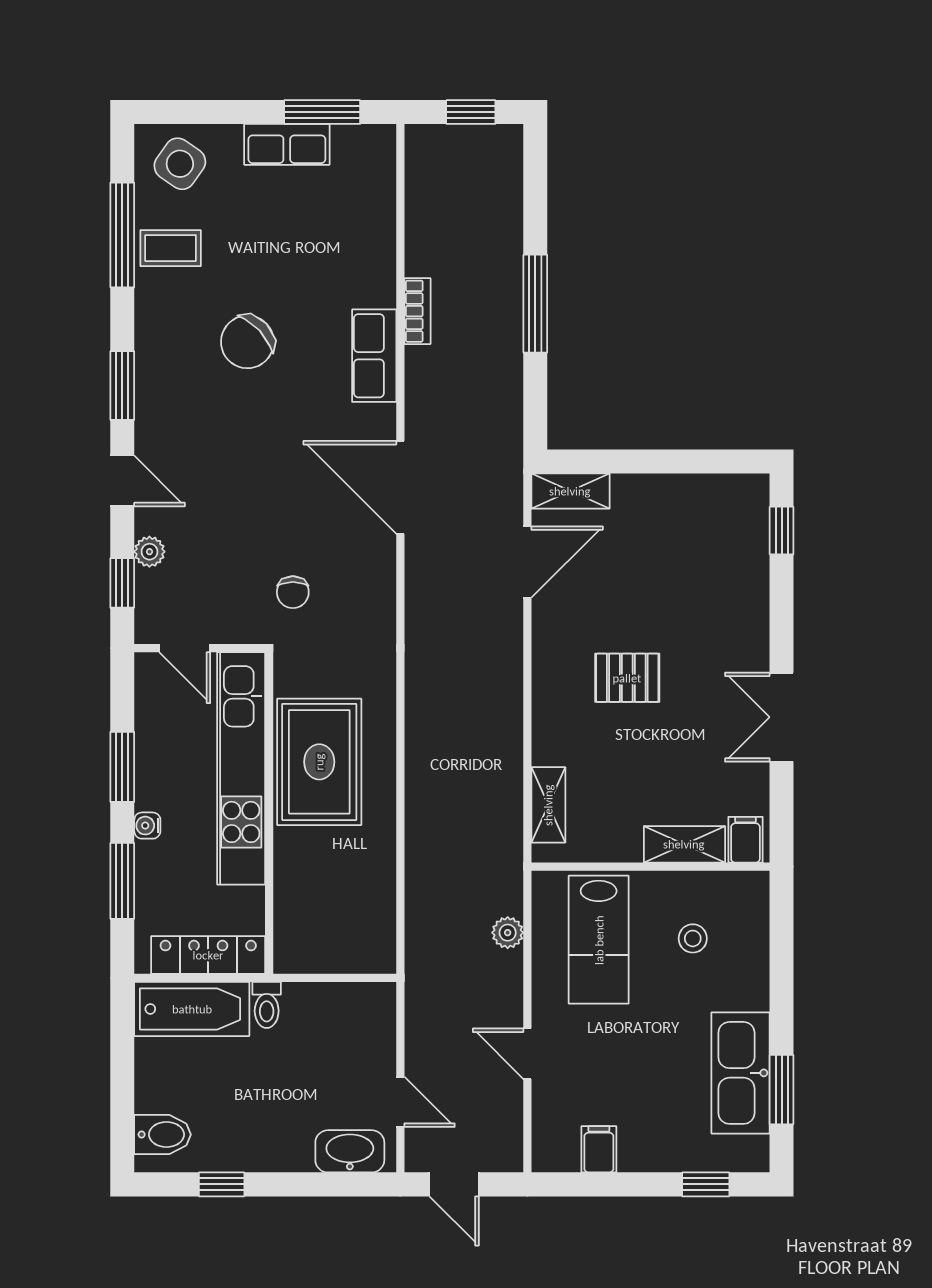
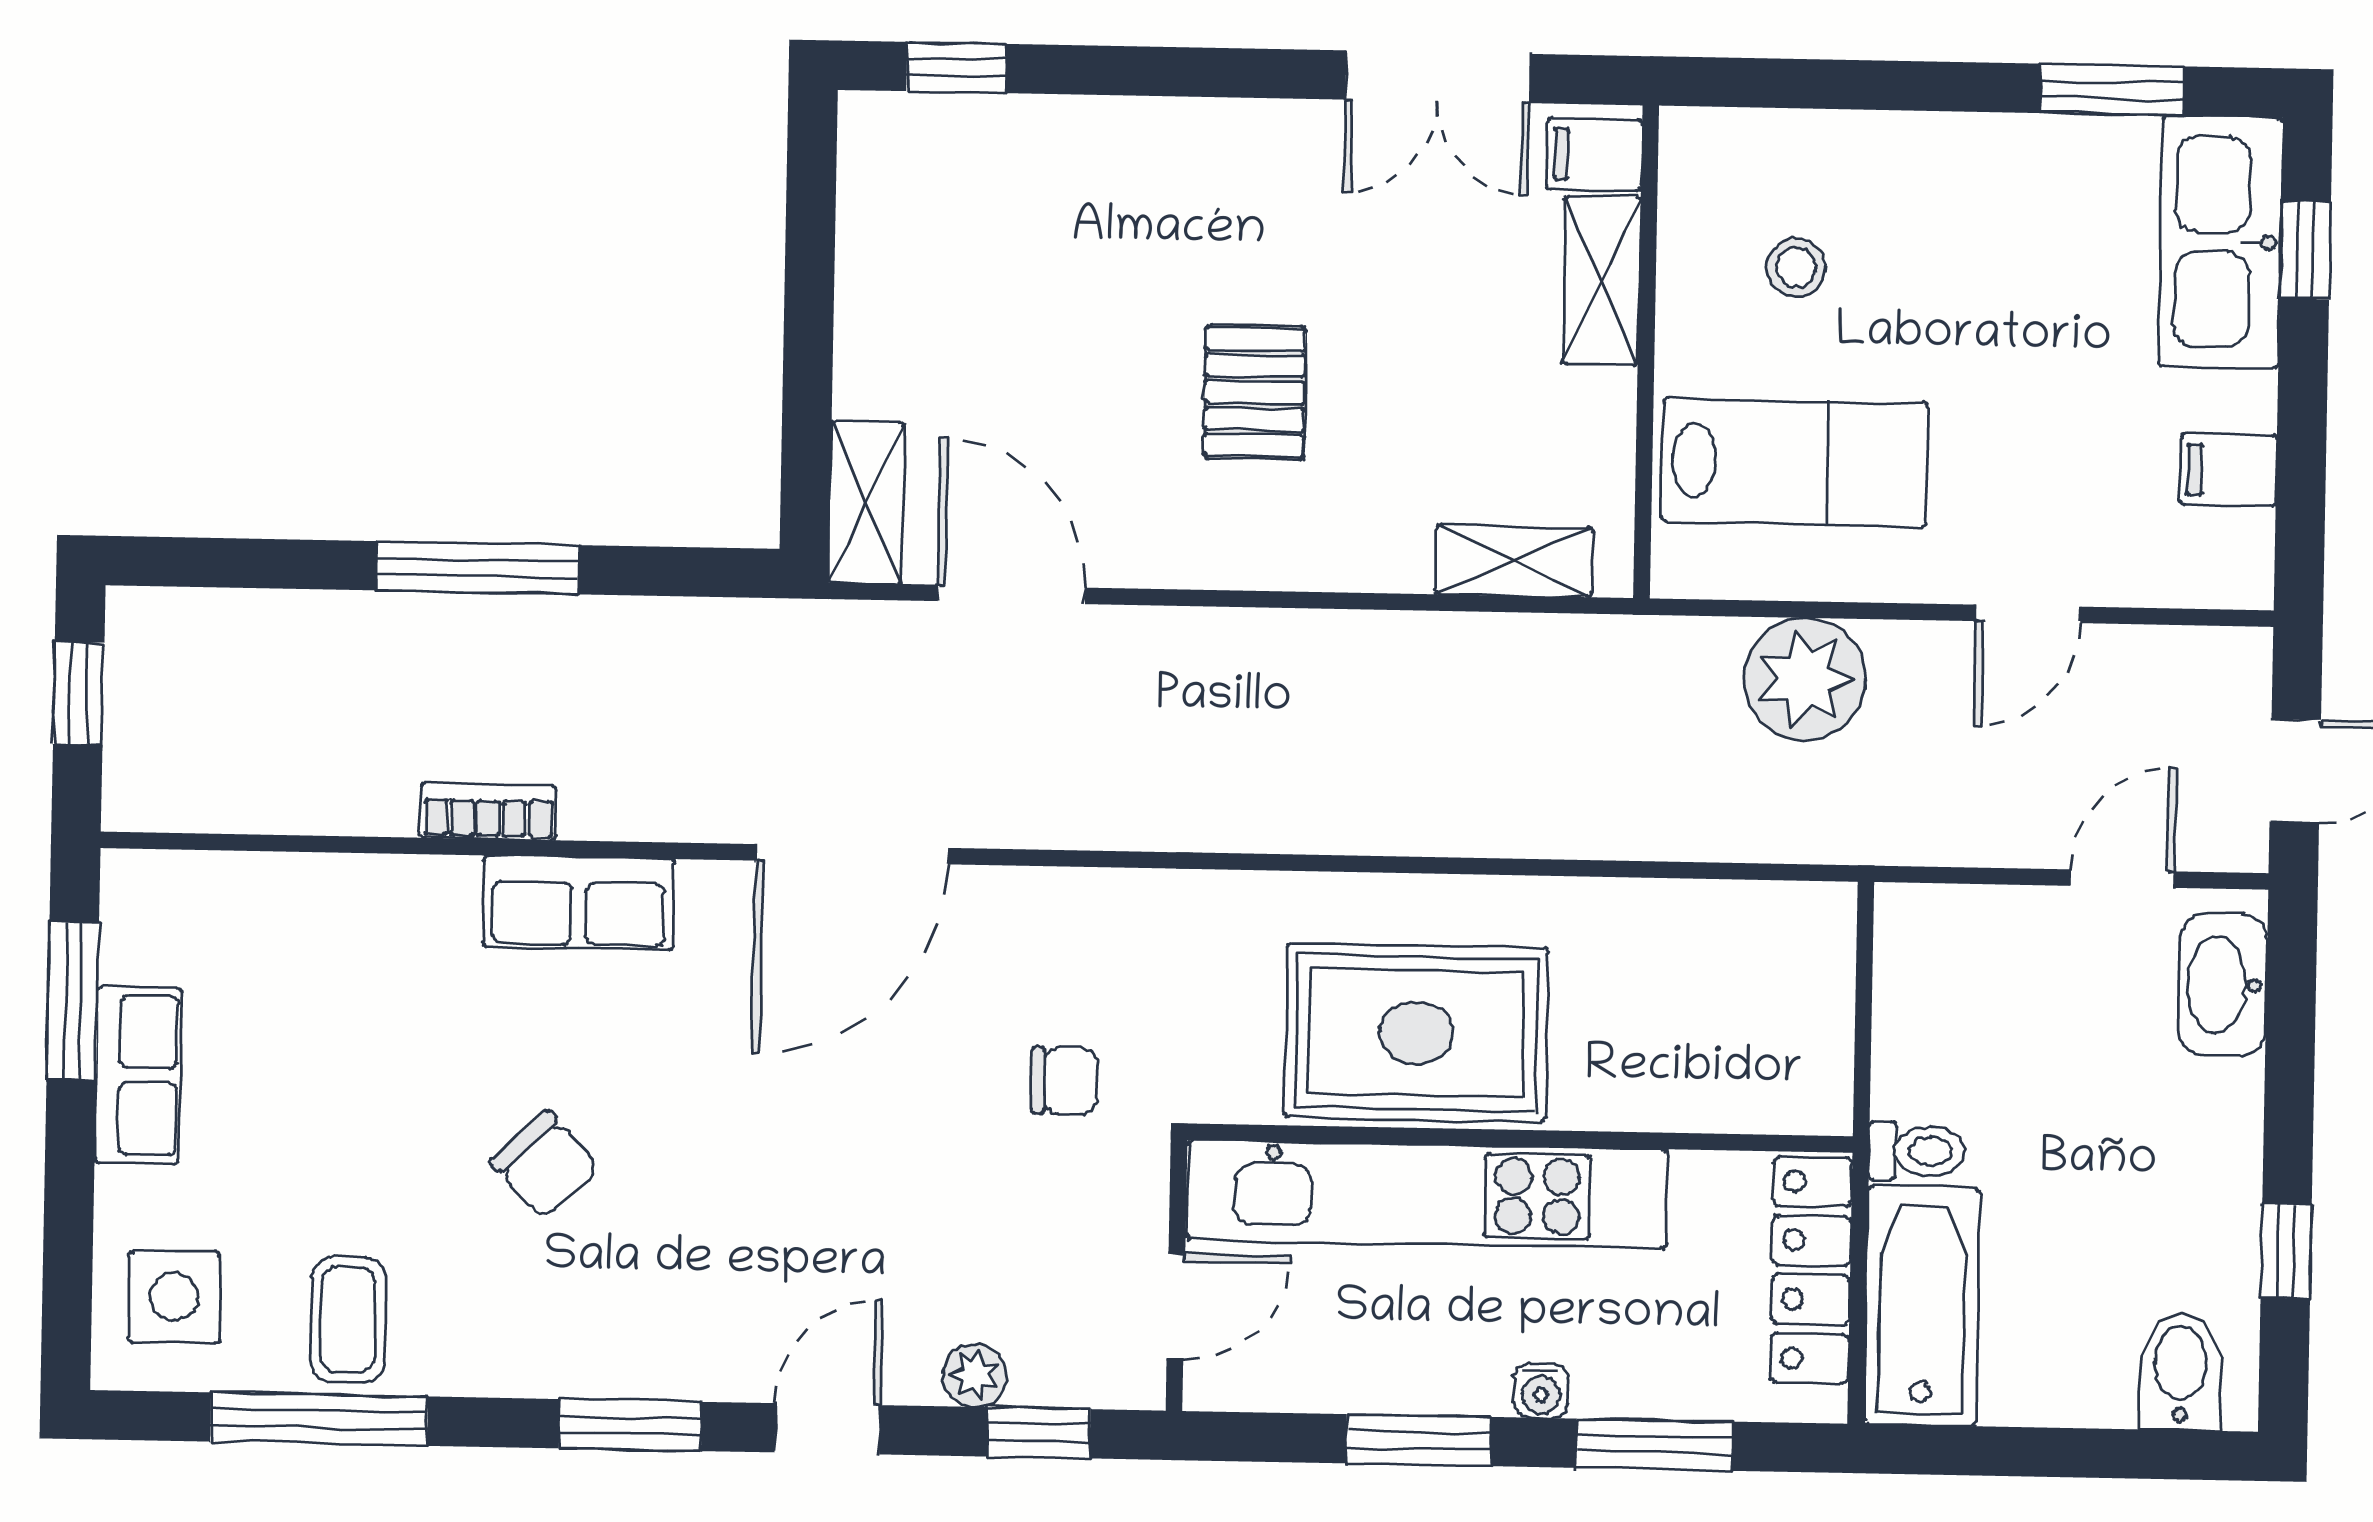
side table: (180, 164) -> (174, 1297), turned -36
chair: (247, 342) -> (545, 1165), width x0.73, depth x0.73
double door: (782, 717) -> (1438, 77), moved
plant: (508, 933) -> (1805, 679), width x1.87, depth x1.87
kitchen sink: (741, 1073) -> (2221, 242), moved, turned 90

